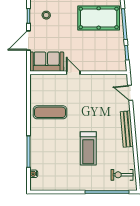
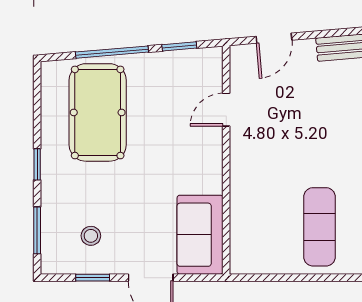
door: (73, 73) -> (226, 110), moved

